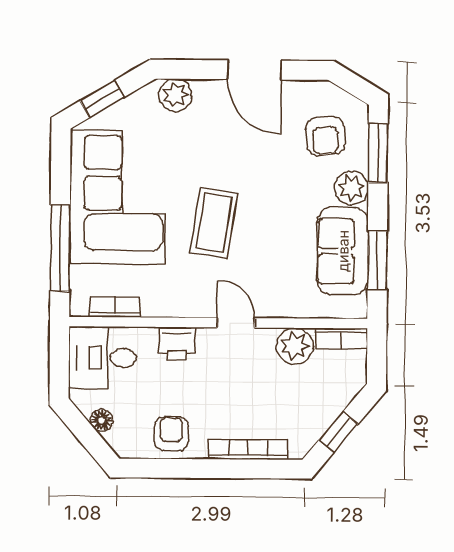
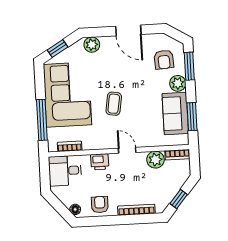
coffee table: (214, 223) -> (114, 104), width x0.73, depth x0.77
floor lamp: (102, 420) -> (75, 209), moved

